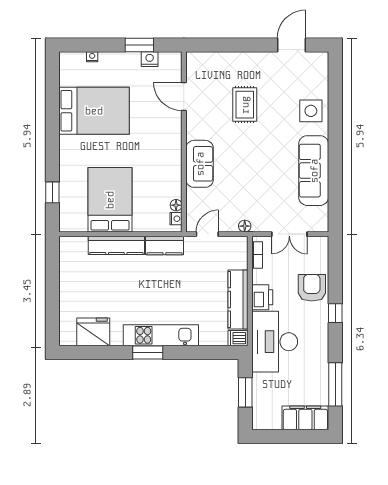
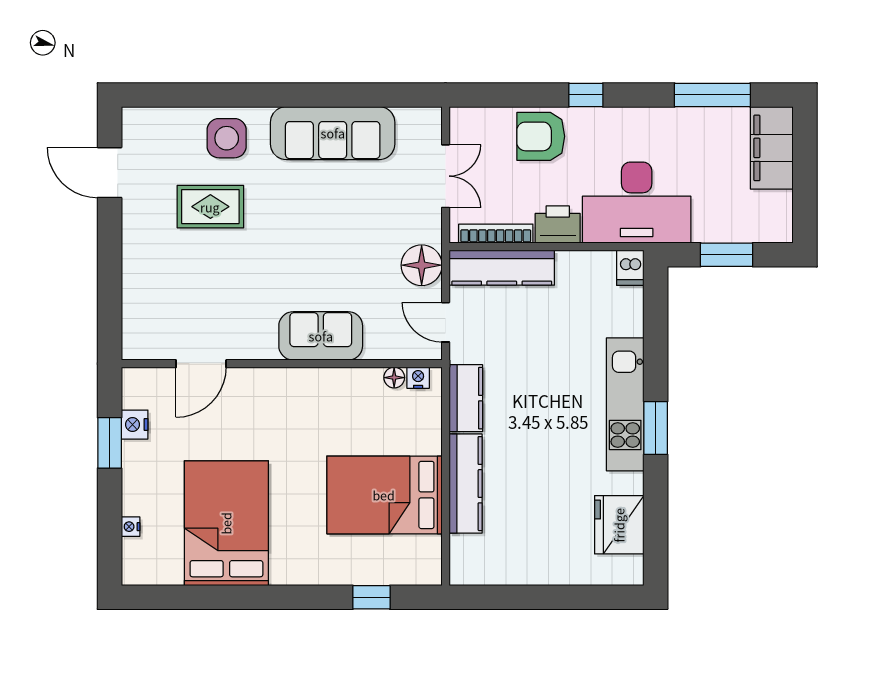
rug: (245, 105) -> (210, 207), moved
floor lamp: (245, 226) -> (422, 265), width x1.89, depth x1.89
bookcase: (257, 255) -> (496, 234), width x1.56
kitchen counter: (238, 299) -> (502, 268), moved

